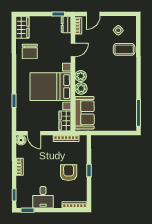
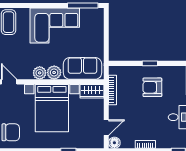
corner sofa: (121, 89) -> (55, 26), added

